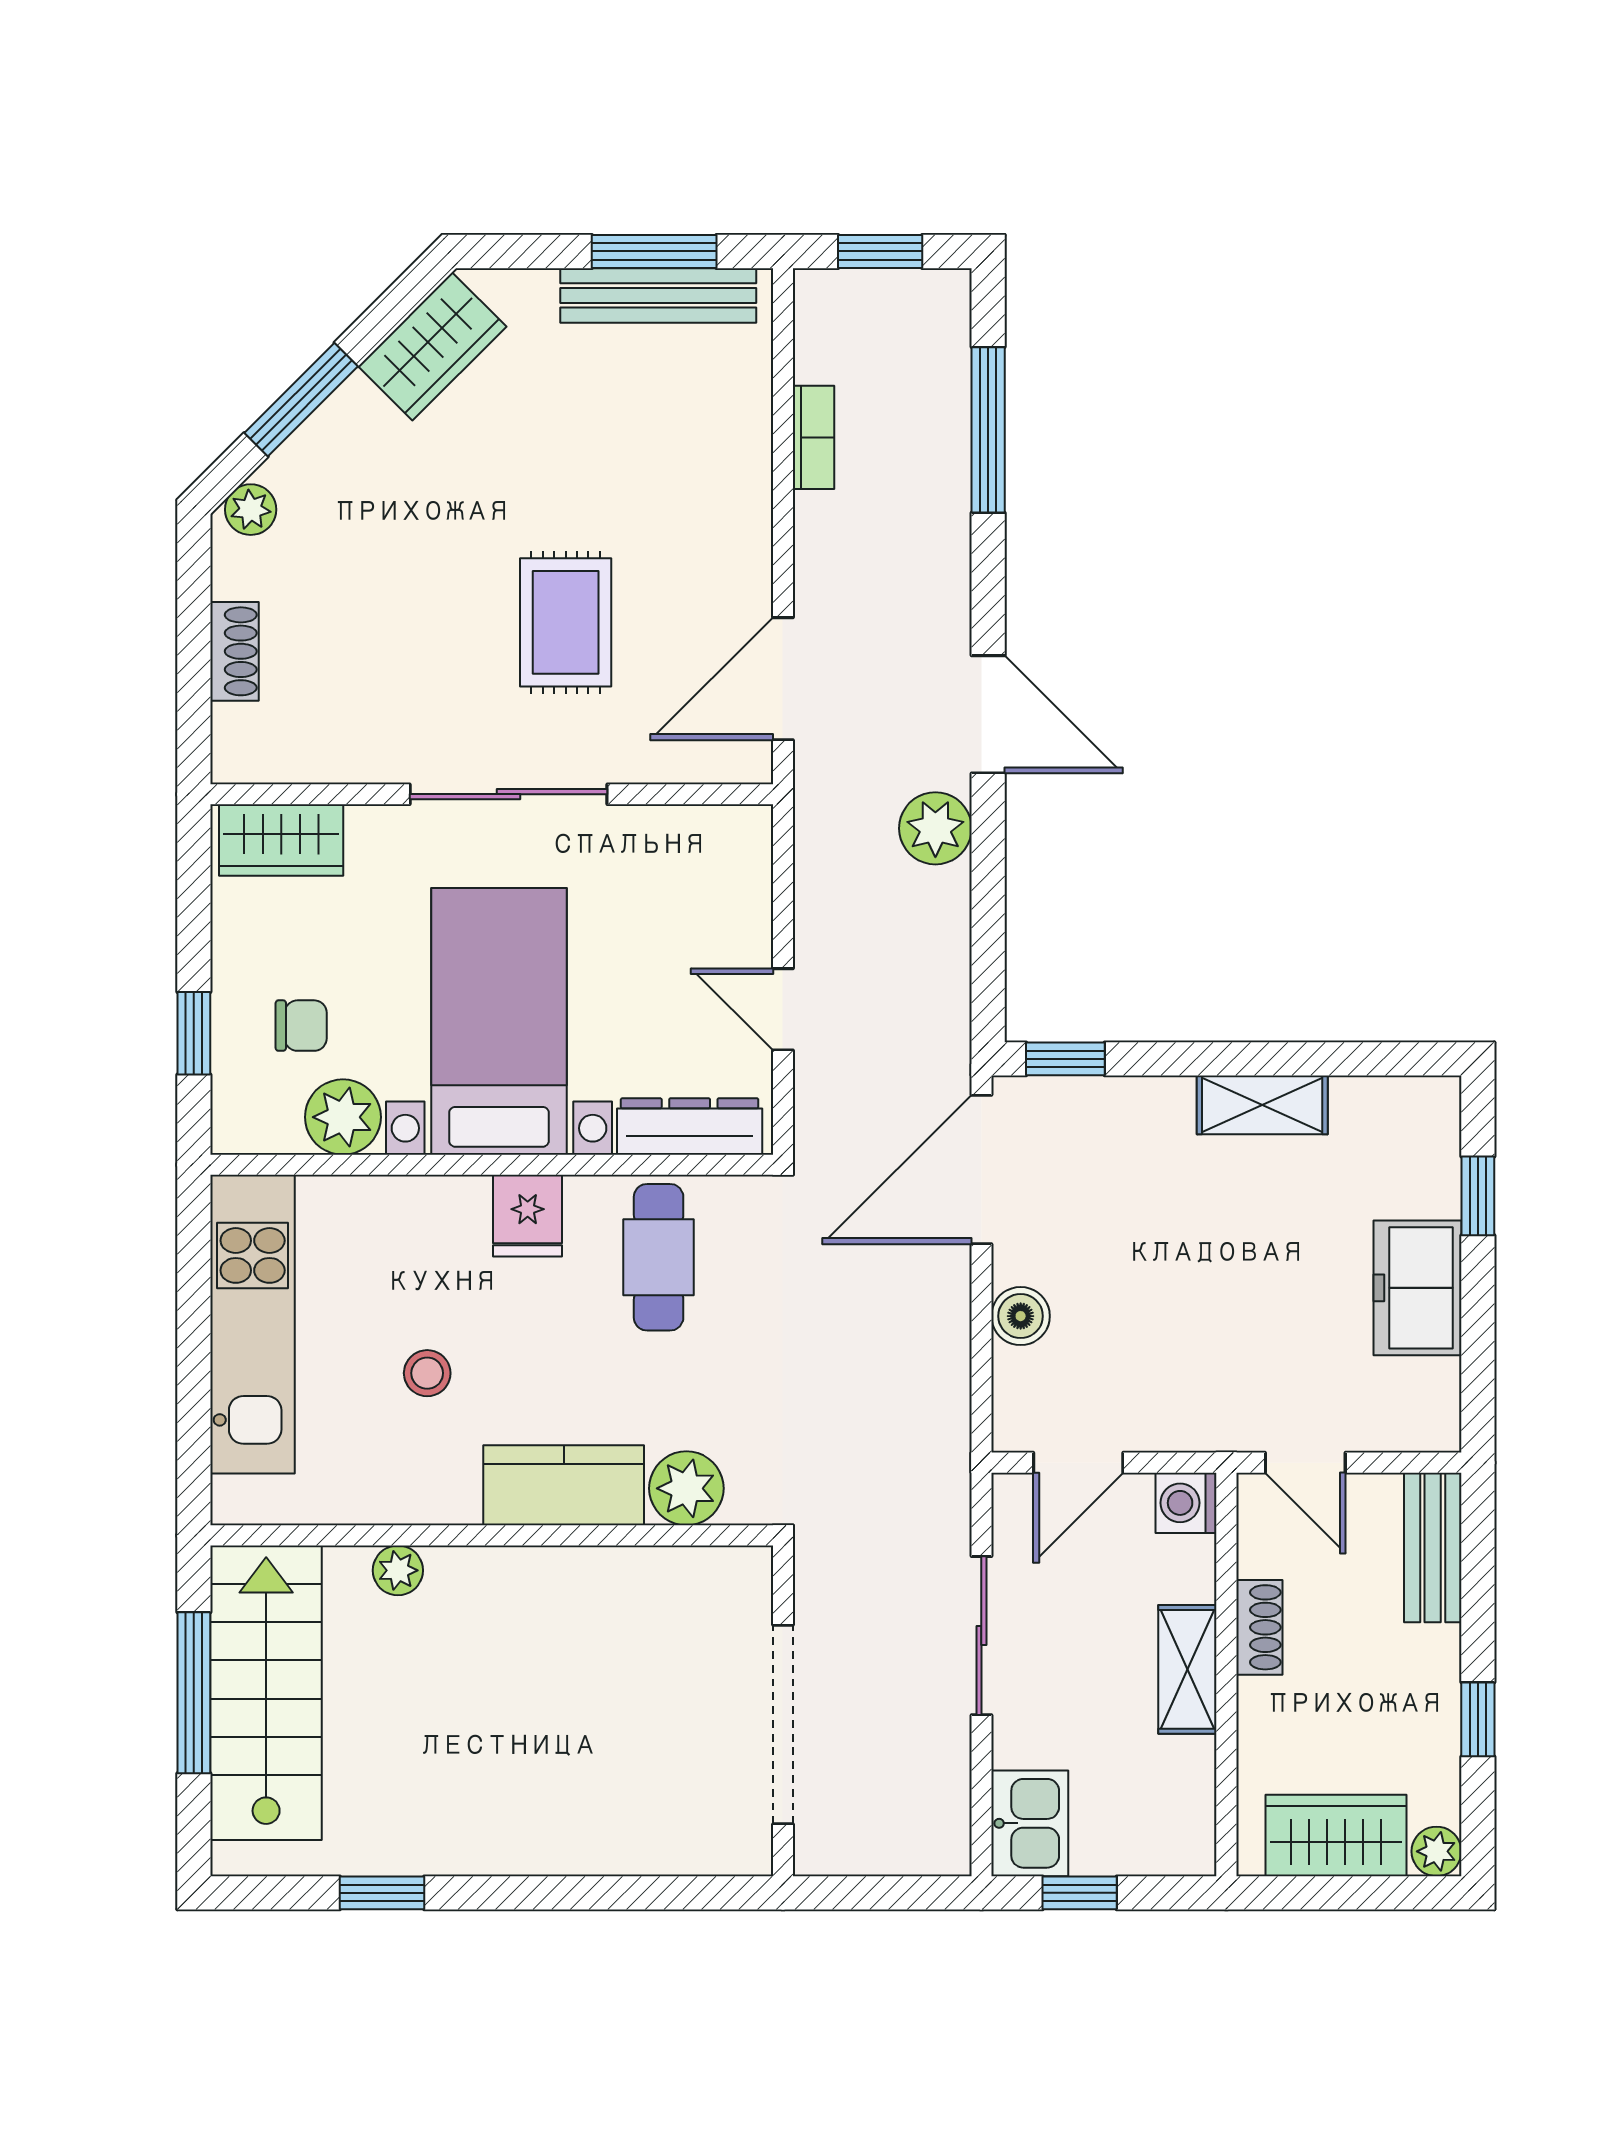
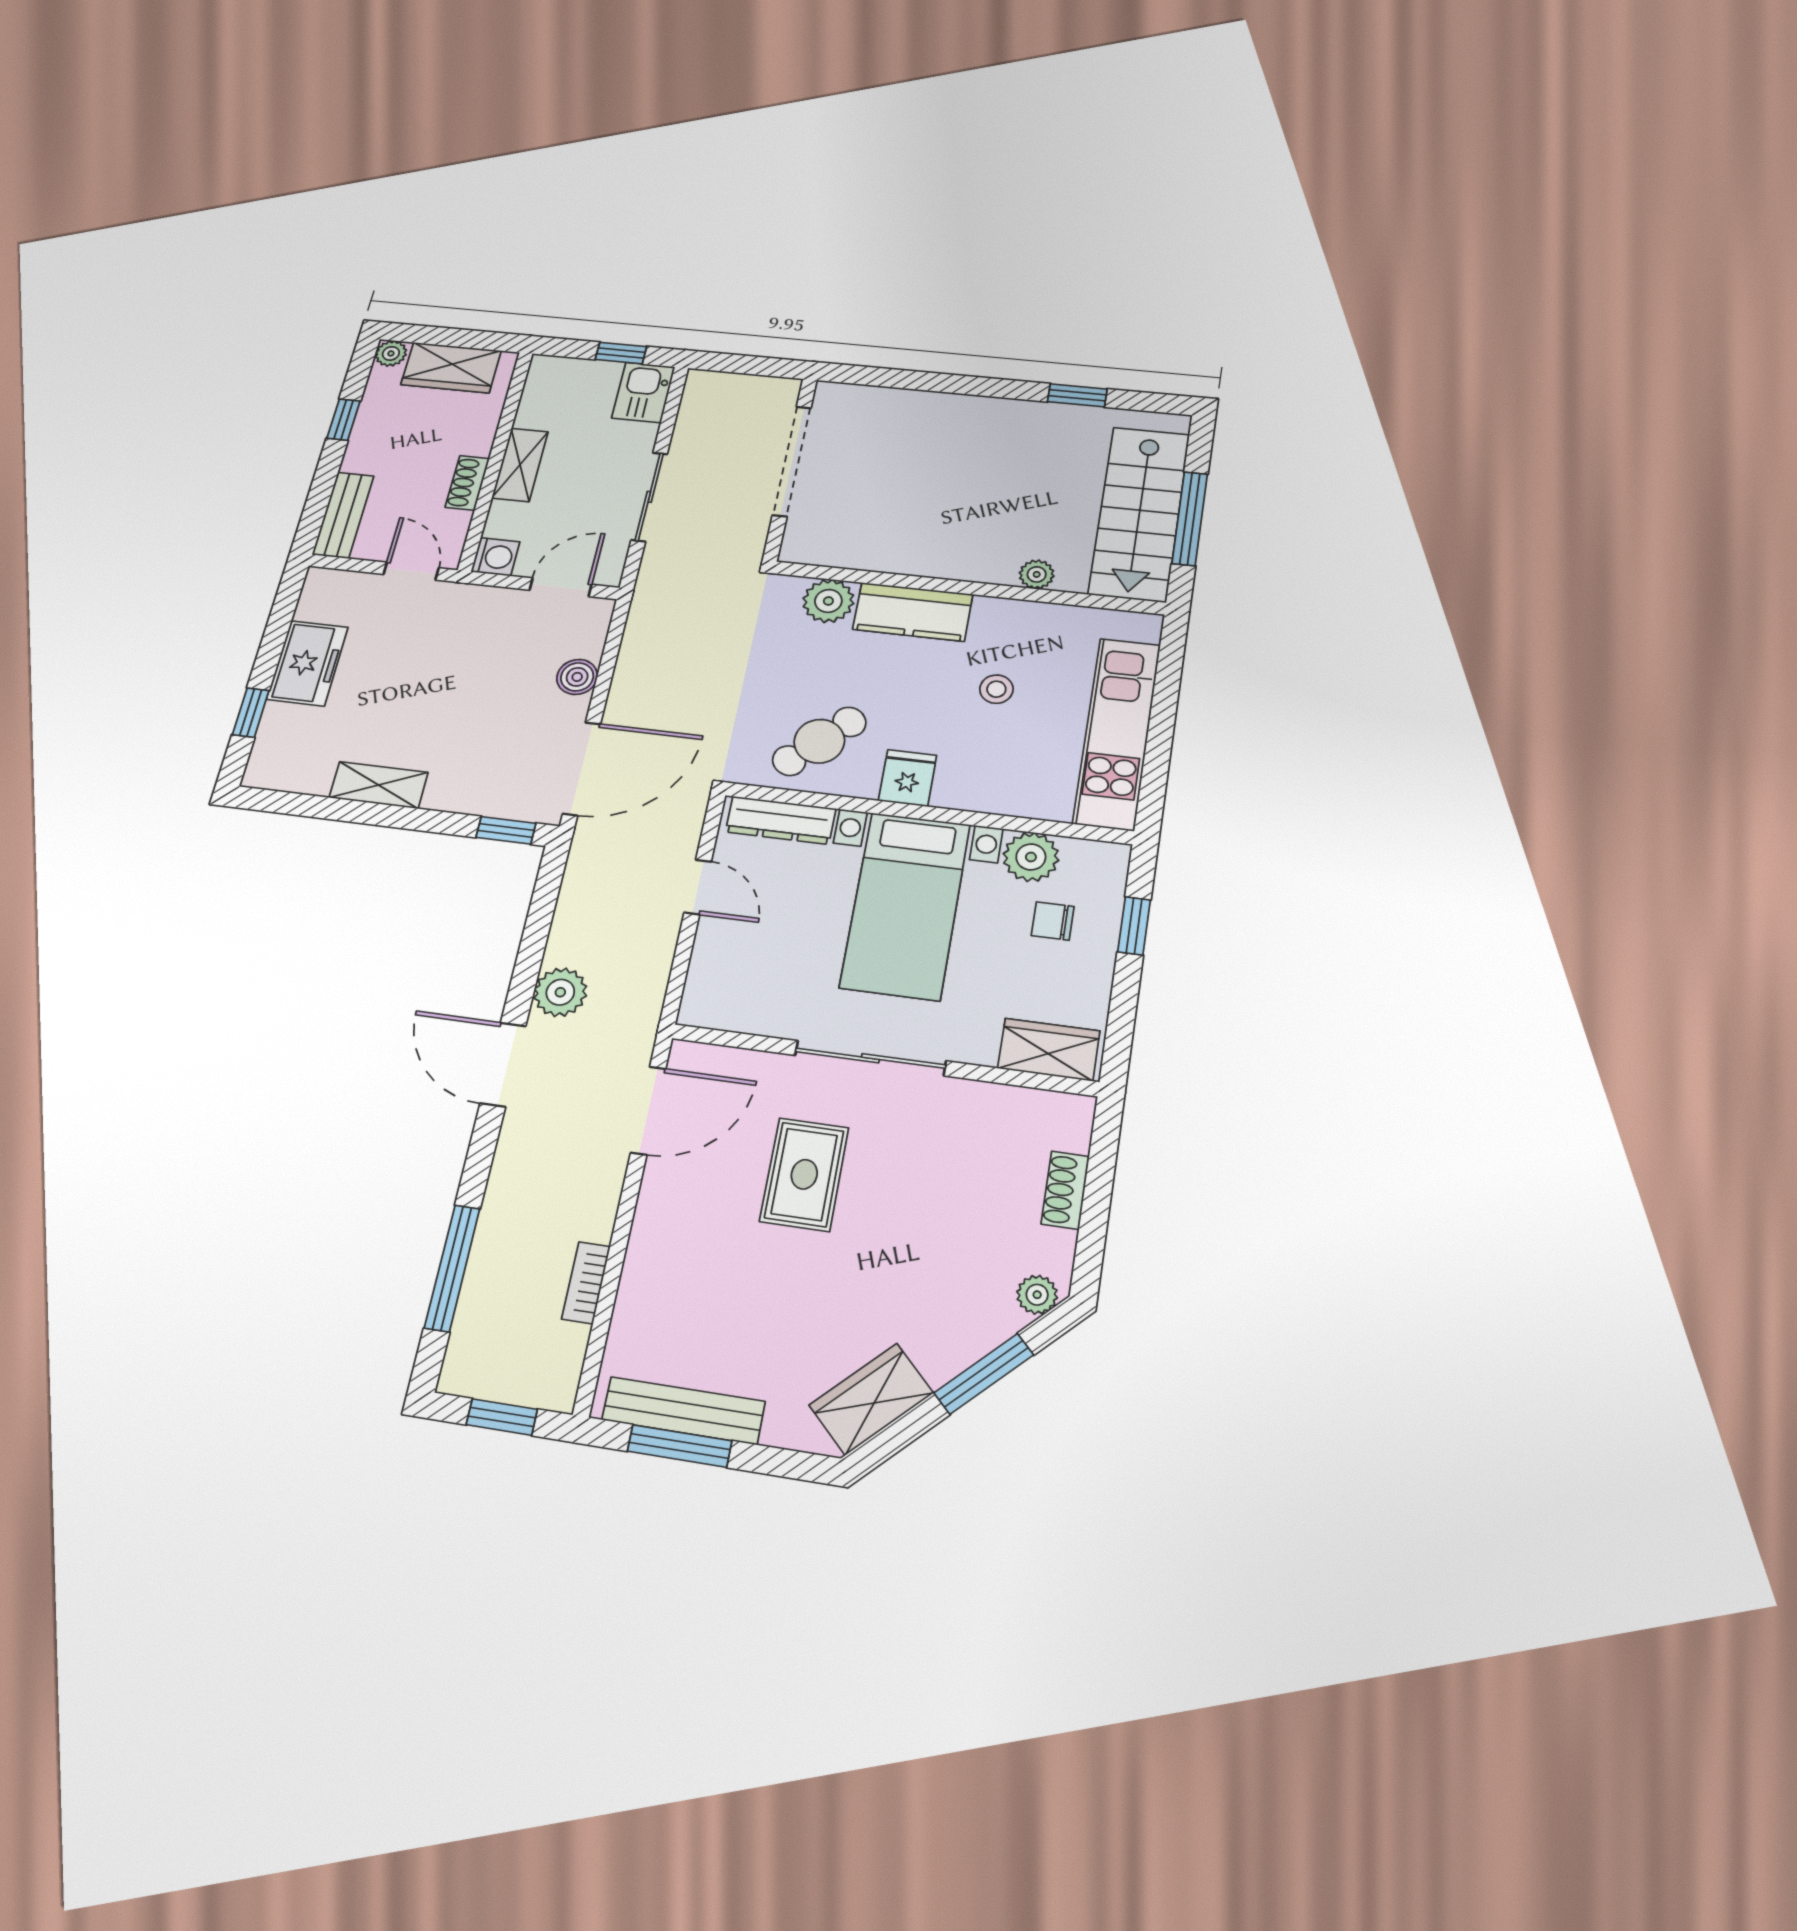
cafe table: (659, 1257) -> (819, 741), turned 45

